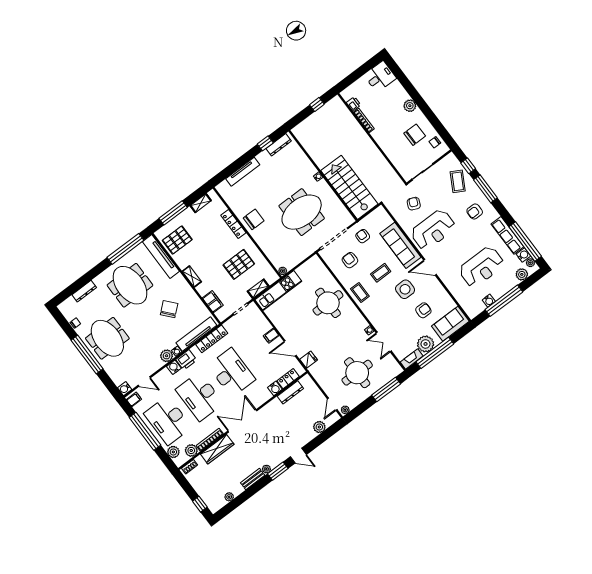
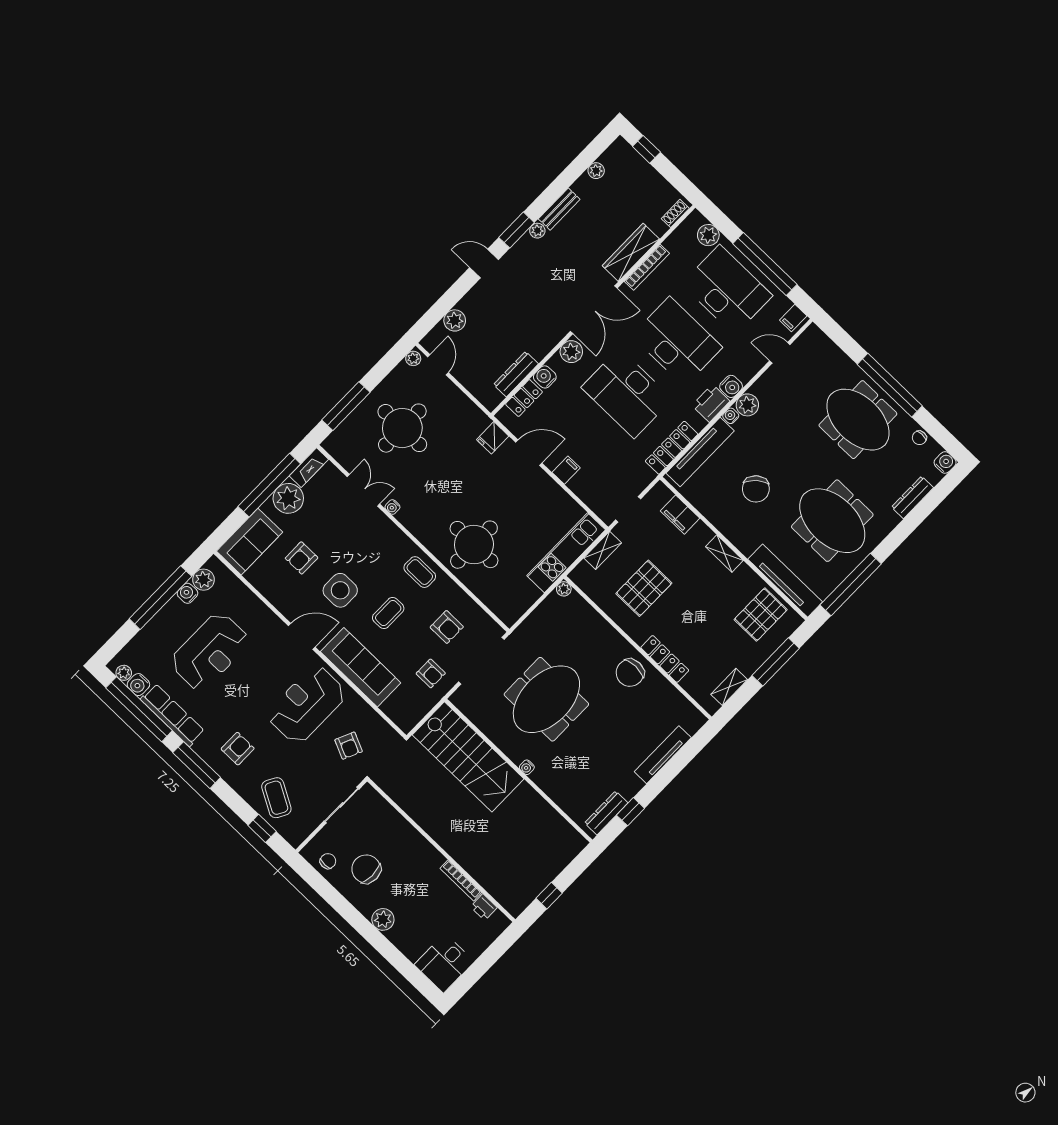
chair: (415, 135) -> (366, 869), turned 90
window: (485, 189) -> (197, 765), moved
reception desk: (482, 267) -> (210, 652), turned 180
plant: (522, 274) -> (204, 580), moved
water cooler: (125, 389) -> (945, 462), moved
plant: (191, 450) -> (571, 352), moved

